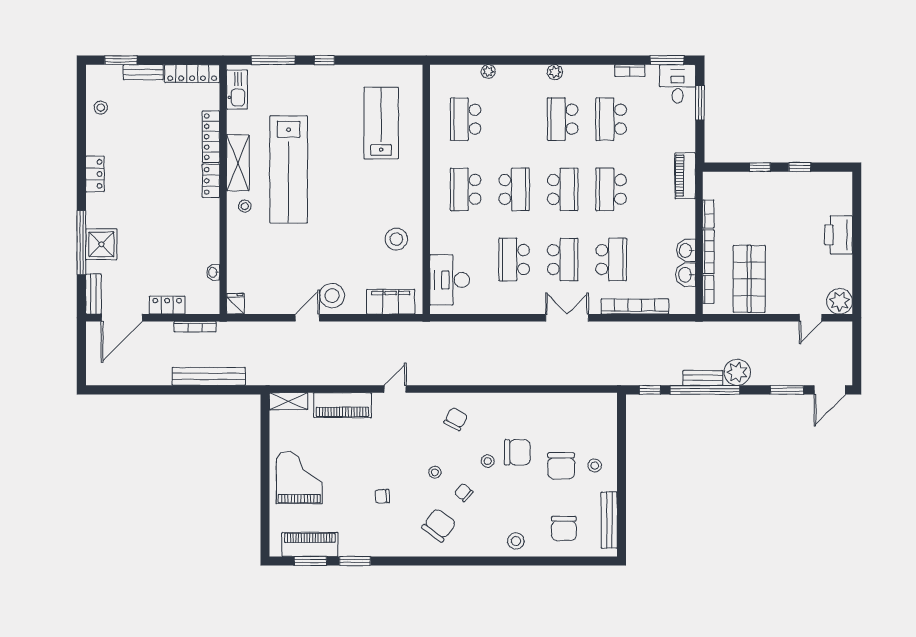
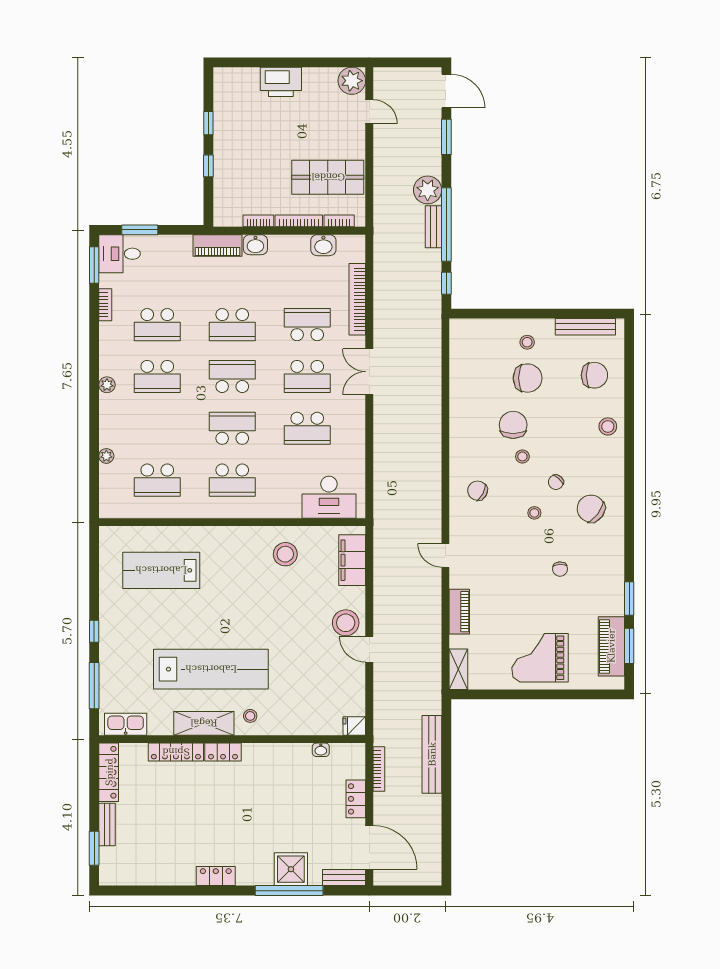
stool: (101, 108) -> (145, 870), removed
washbasin: (686, 250) -> (255, 245), moved
school desk: (563, 260) -> (307, 376), turned 180
piano: (342, 405) -> (459, 612), width x0.73, depth x0.75

